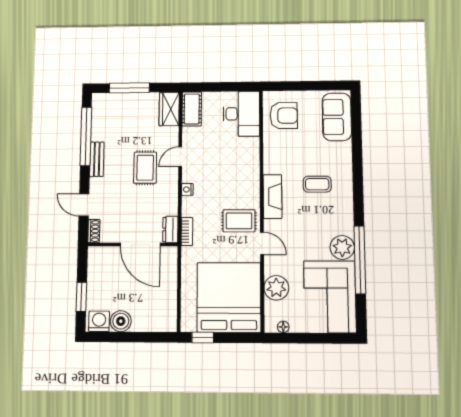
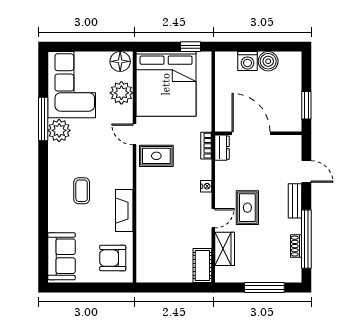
wardrobe: (169, 109) -> (225, 249), moved
desk: (241, 114) -> (154, 260), removed
bench: (97, 159) -> (295, 201), moved
coffee table: (317, 184) -> (82, 191), turned 90
fireplace: (272, 197) -> (124, 211), moved
shoe rack: (94, 231) -> (296, 246), moved
window: (360, 260) -> (43, 119), width x0.68
window: (81, 297) -> (306, 105), moved
washing machine: (99, 321) -> (247, 61), moved
floor lamp: (283, 327) -> (120, 61), width x1.89, depth x1.89

